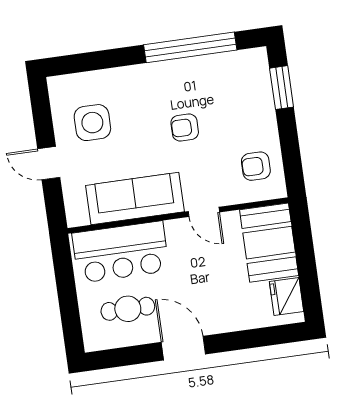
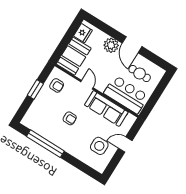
window: (282, 88) -> (35, 90), moved
door: (49, 163) -> (125, 145), swing flipped
plant: (219, 316) -> (111, 45), added

